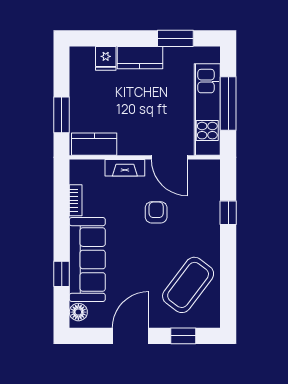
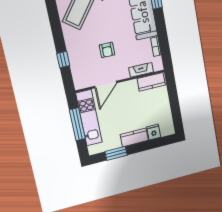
window: (62, 115) -> (173, 94), removed
door: (169, 157) -> (106, 85), swing flipped
fireplace: (125, 168) -> (141, 70), moved

